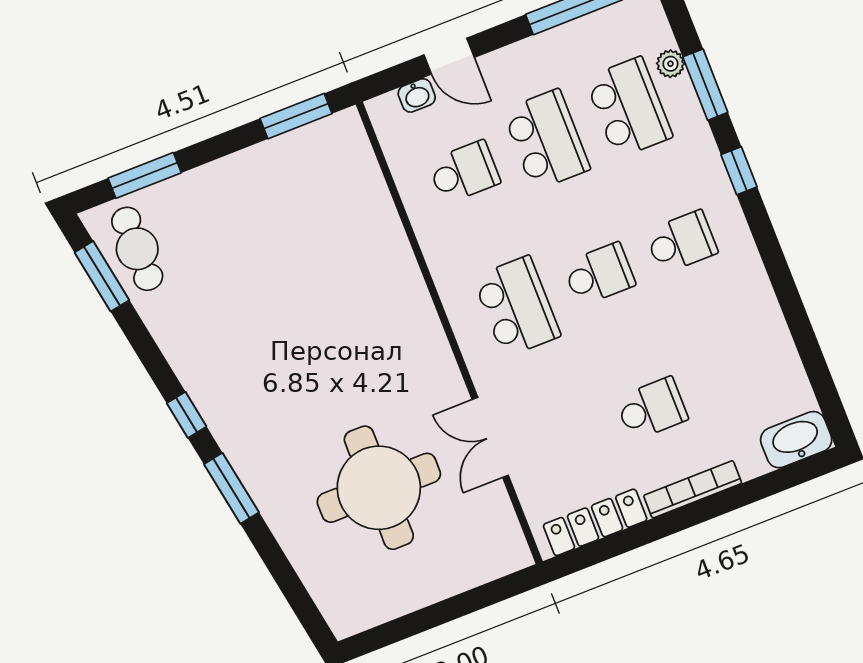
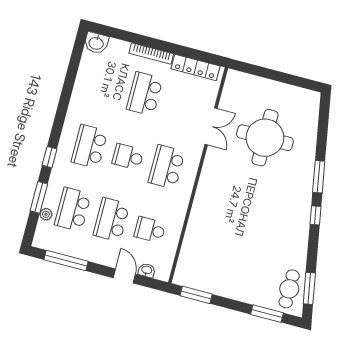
school desk: (681, 242) -> (89, 147), width x1.85
school desk: (652, 409) -> (145, 94), width x1.85
washbasin: (796, 440) -> (96, 43), width x0.72

